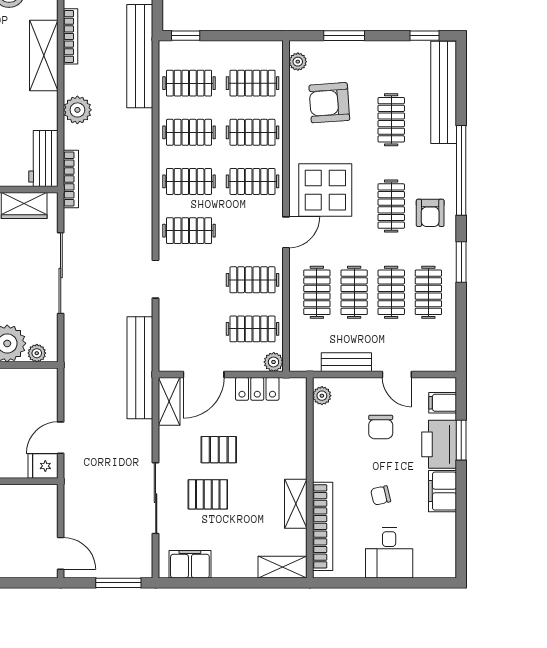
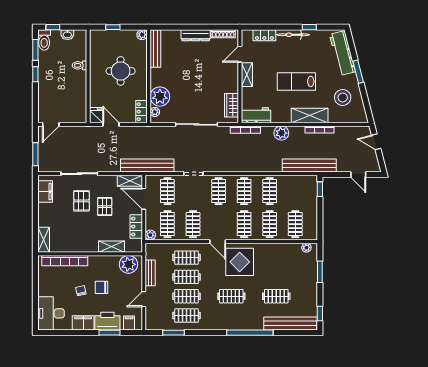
clothes rail: (189, 83) -> (167, 191), moved
armchair: (329, 103) -> (285, 264), removed
armchair: (430, 213) -> (228, 316), removed
window: (461, 262) -> (174, 333), moved
locker: (36, 379) -> (142, 112), added
plant: (322, 396) -> (129, 264), width x1.88, depth x1.88
chair: (381, 427) -> (102, 287), moved
shelving: (296, 504) -> (111, 247), moved
desk: (389, 553) -> (51, 313), moved, width x1.37

